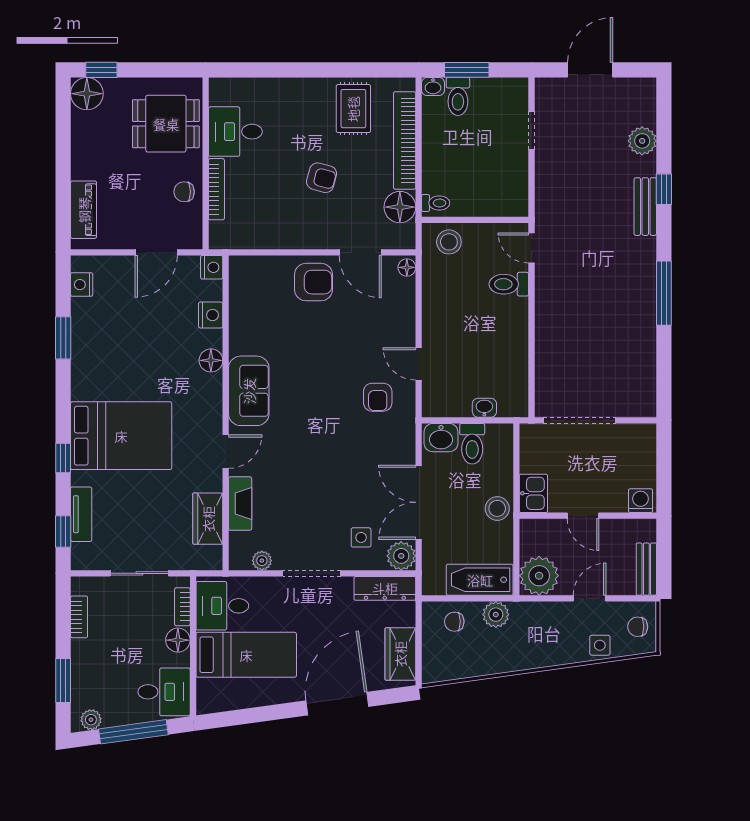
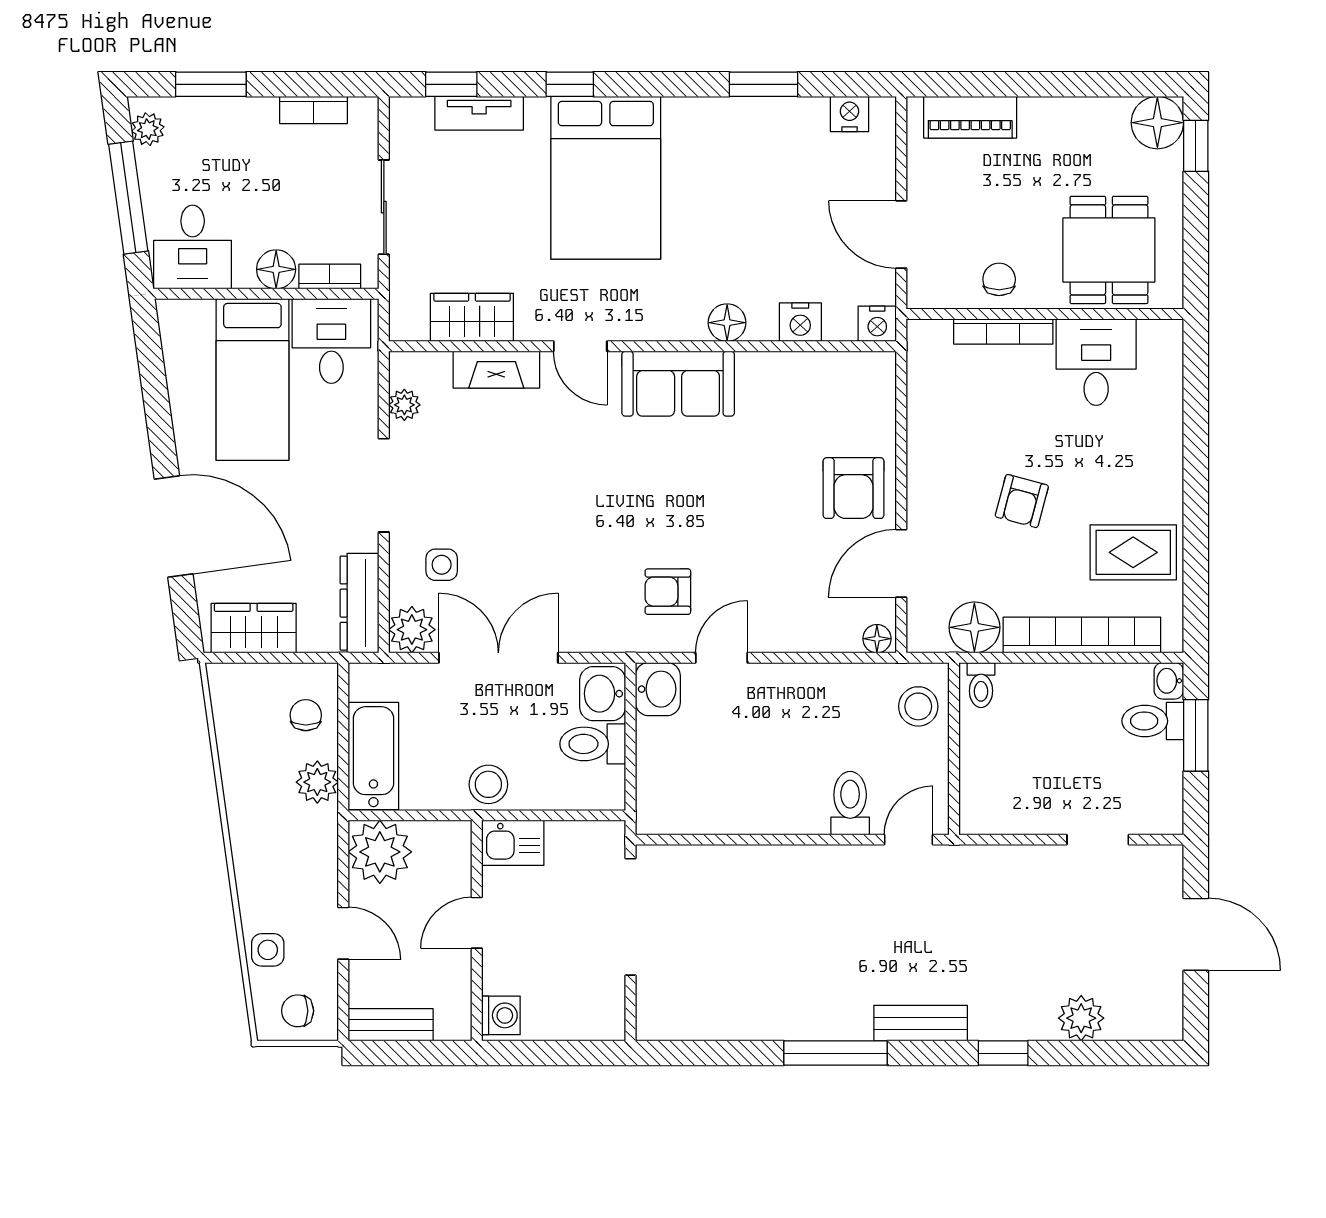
bench: (645, 207) -> (921, 1023), moved
washbasin: (484, 408) -> (658, 689), moved, width x1.38, depth x1.45
chair: (638, 627) -> (298, 1011), turned -90

